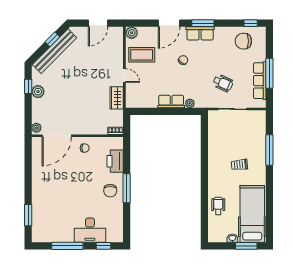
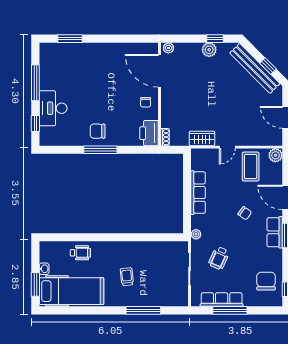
row of seats: (171, 102) -> (198, 193), width x1.48
plant: (190, 103) -> (196, 234), moved
printer: (115, 161) -> (149, 133), moved, turned -90

